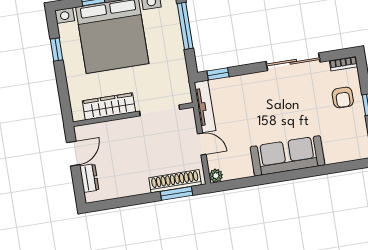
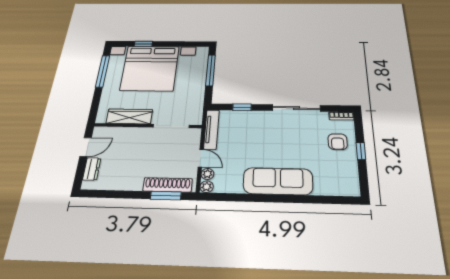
window: (57, 50) -> (103, 71), width x2.17
window: (218, 74) -> (242, 107), moved
plant: (213, 161) -> (207, 174), added

